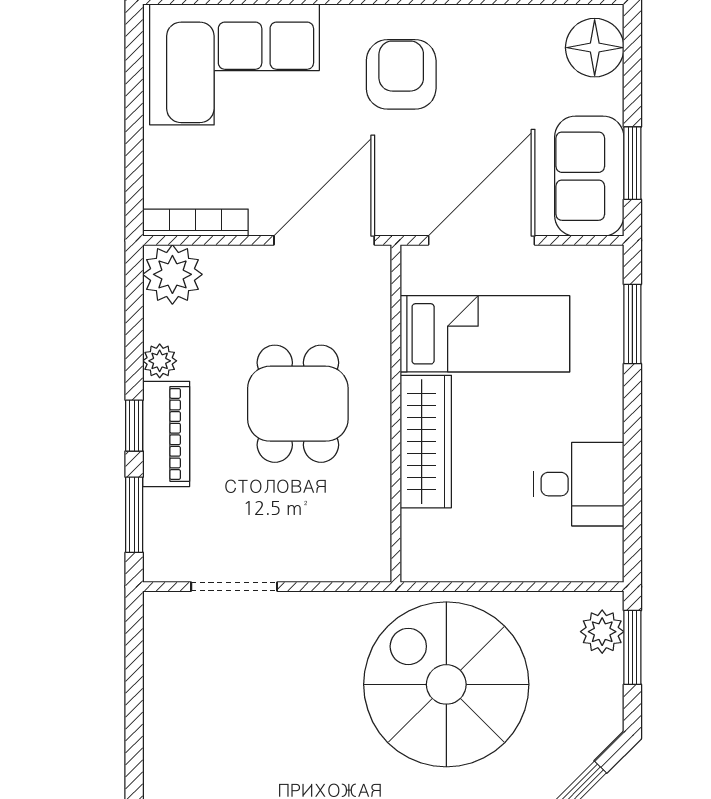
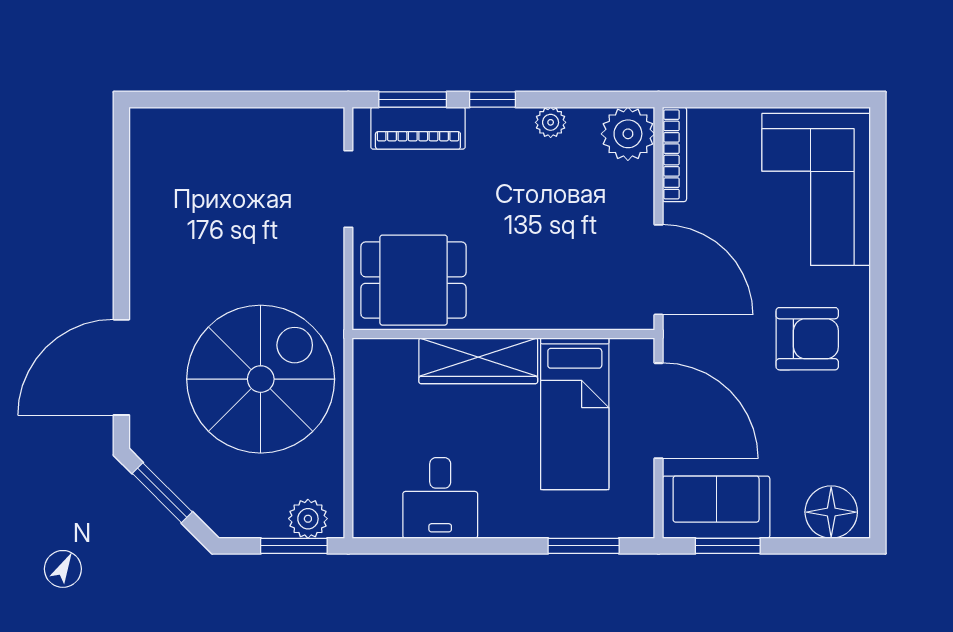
dining table: (298, 404) -> (414, 280), moved
piano: (166, 434) -> (418, 128), moved

